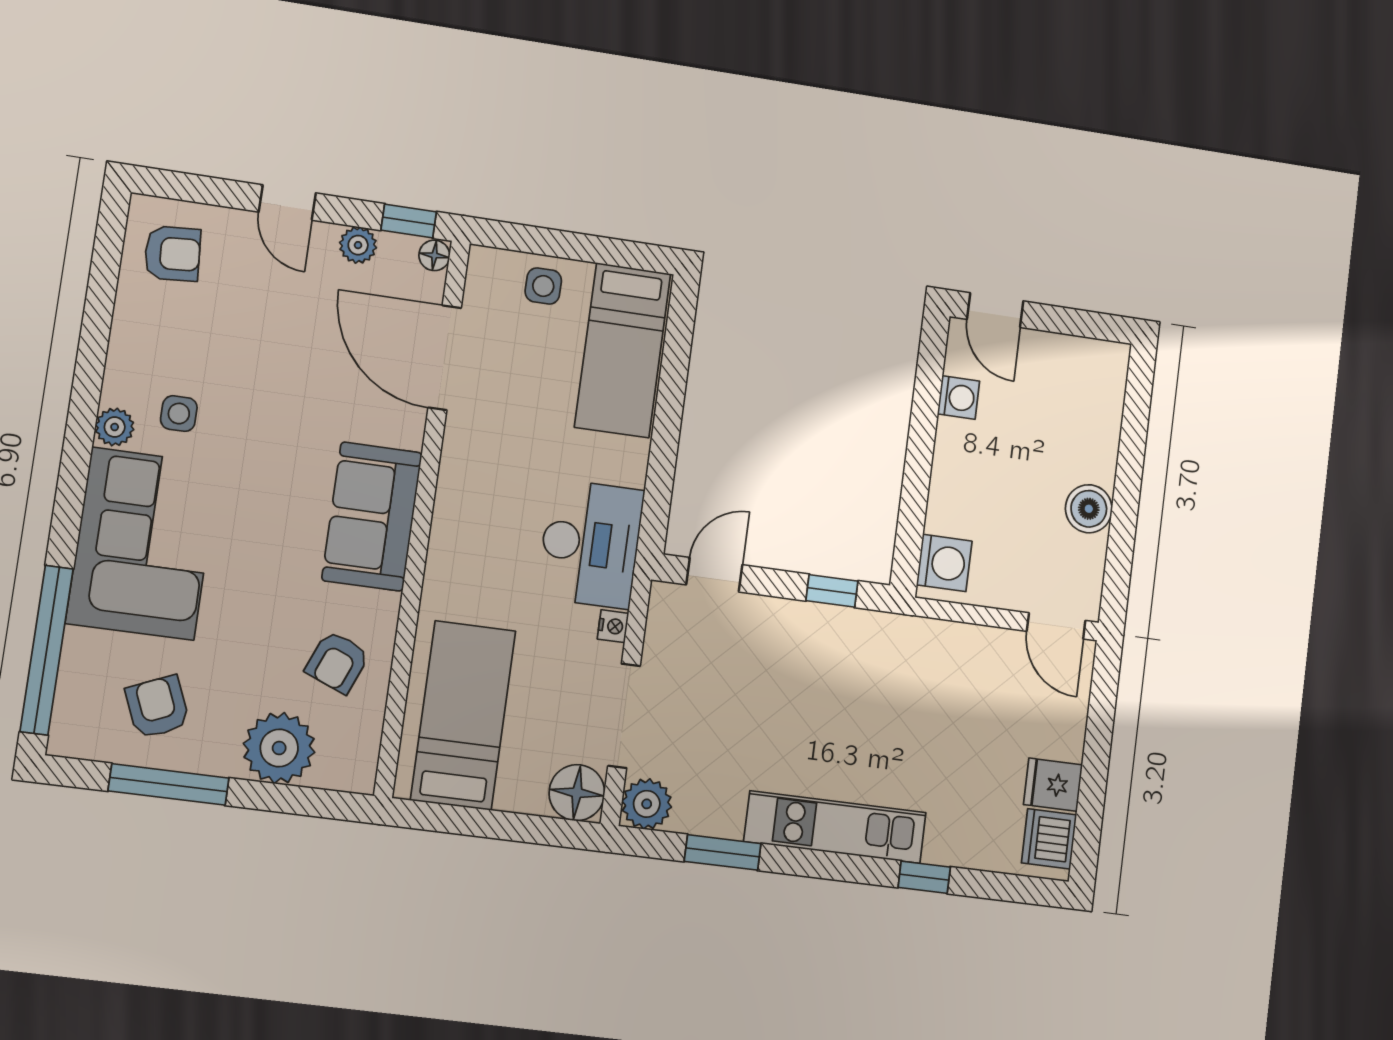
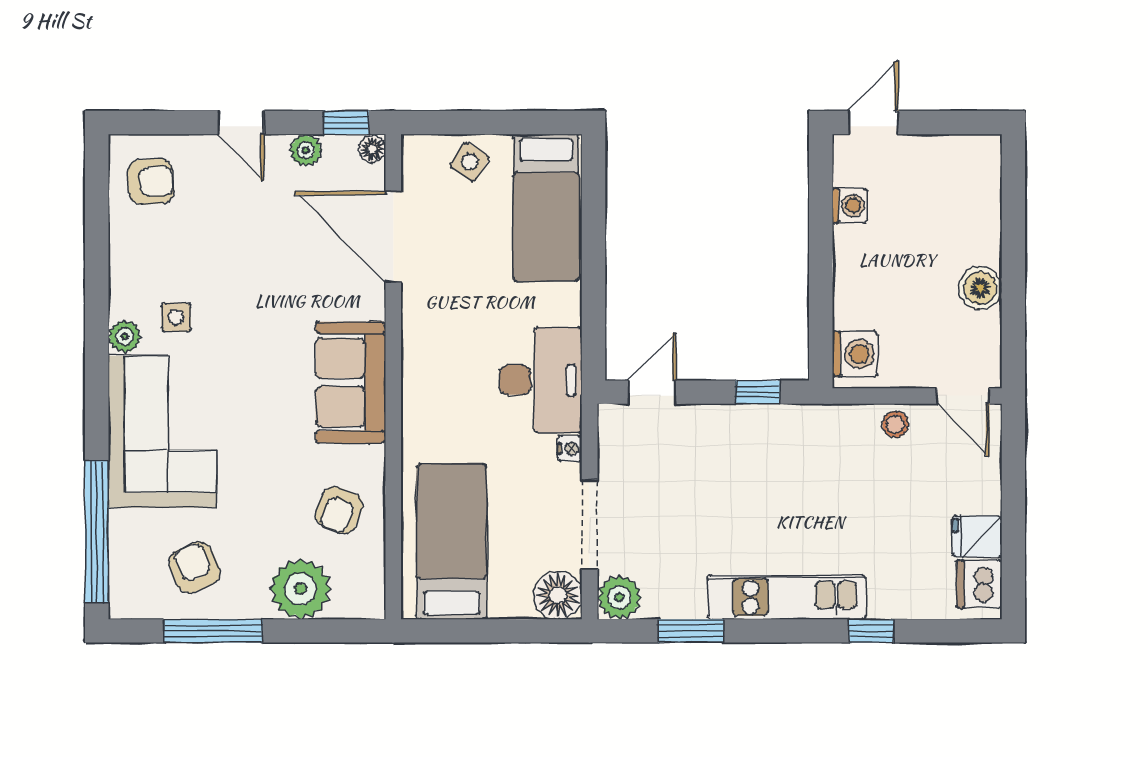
side table: (543, 286) -> (470, 162), turned 32
door: (995, 310) -> (873, 123), swing flipped
stool: (979, 647) -> (895, 424), added

